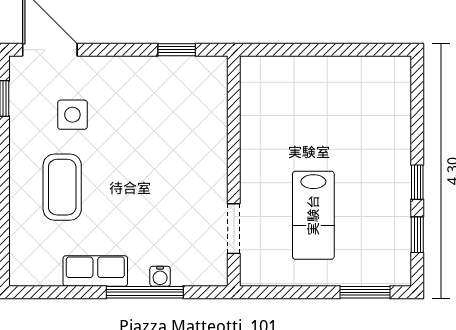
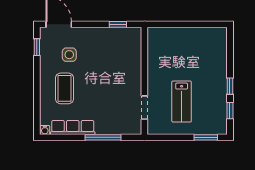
row of seats: (95, 271) -> (73, 128), width x1.48
water cooler: (160, 276) -> (45, 130), moved

